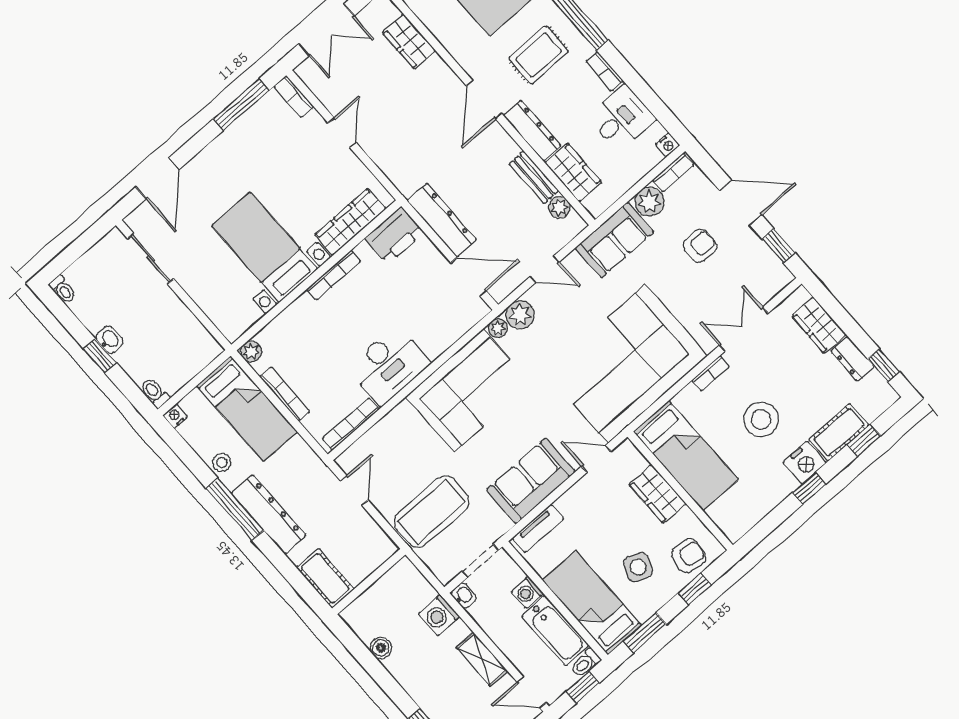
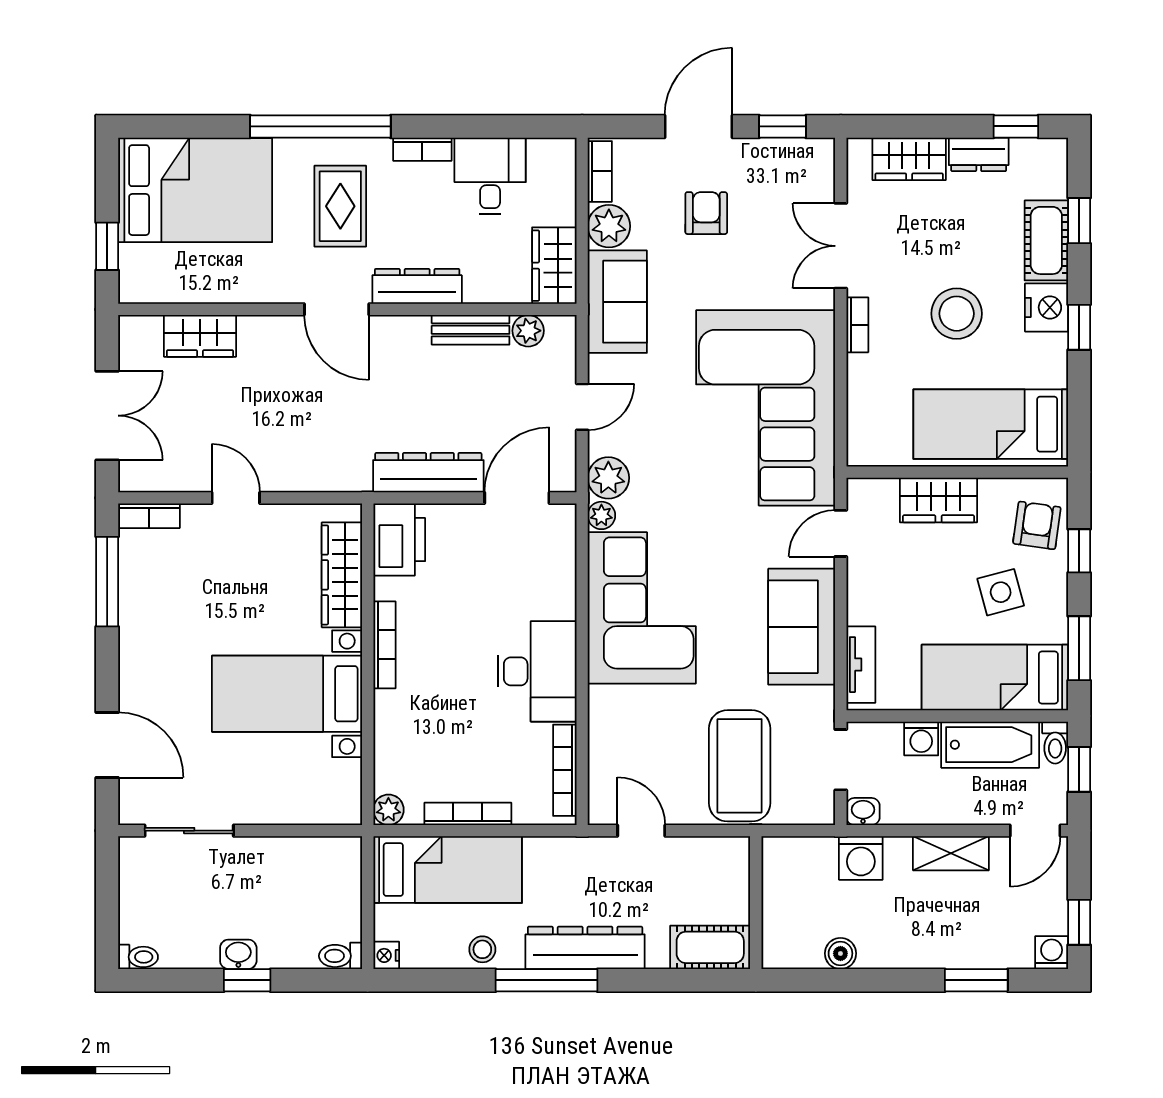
nightstand: (668, 145) -> (564, 151), removed
wardrobe: (573, 172) -> (554, 266), moved, turned -90
bed: (686, 456) -> (991, 424), moved, turned 180
side table: (638, 567) -> (1001, 592), turned -37

